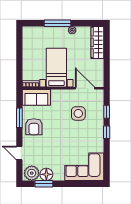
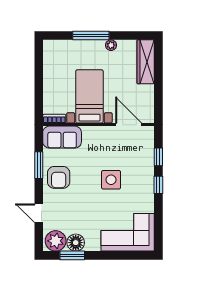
side table: (78, 113) -> (111, 180), moved

